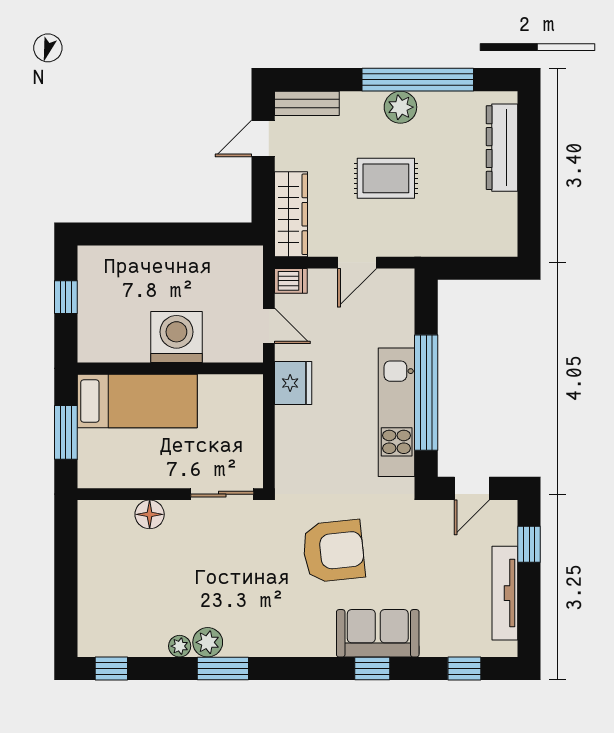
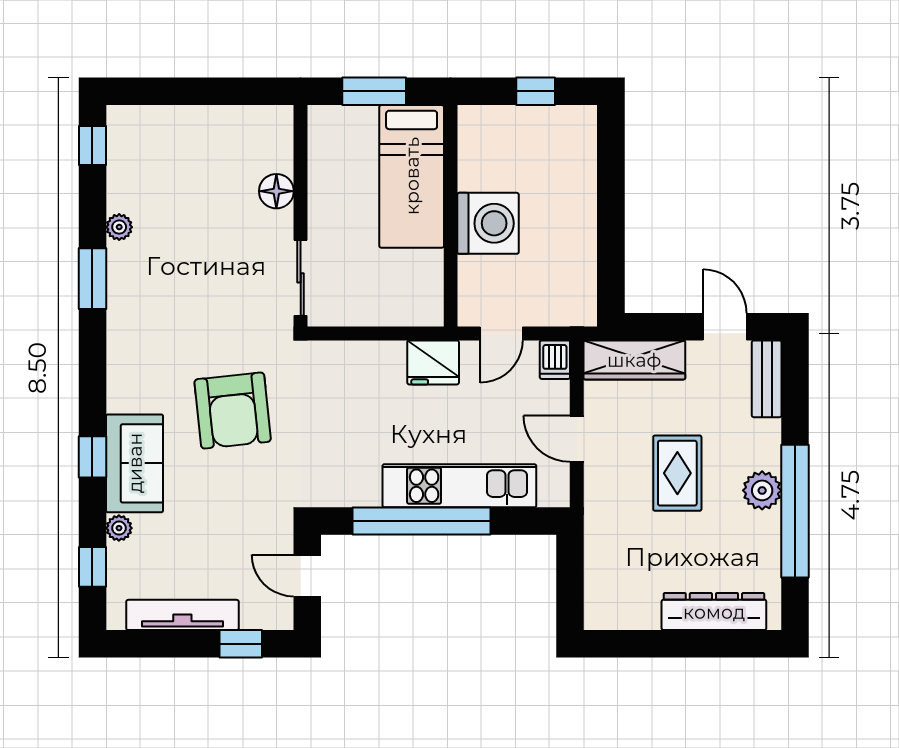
kitchen unit: (397, 412) -> (459, 486), moved
plant: (208, 642) -> (119, 528), moved, width x0.73, depth x0.73

